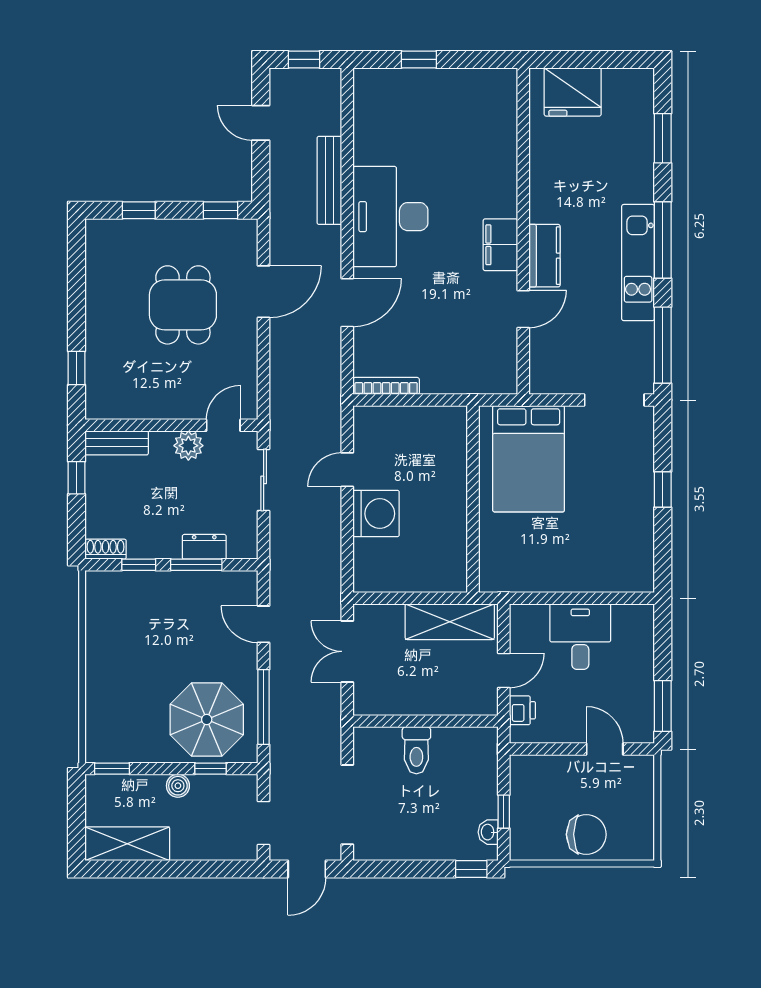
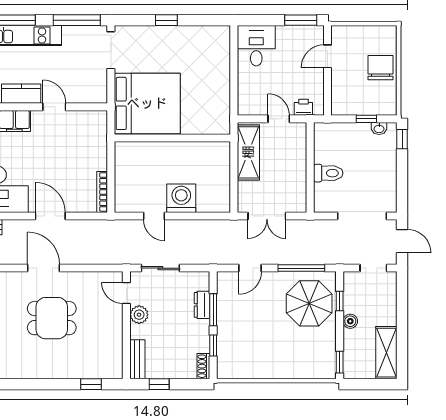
bed: (529, 459) -> (147, 103), width x1.36
desk: (580, 637) -> (256, 46), moved, turned 90

